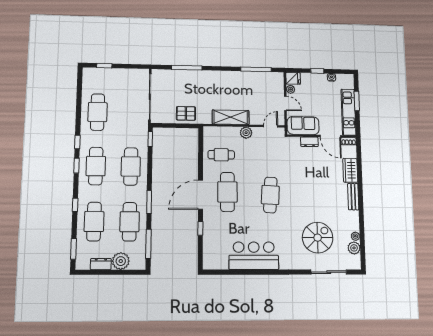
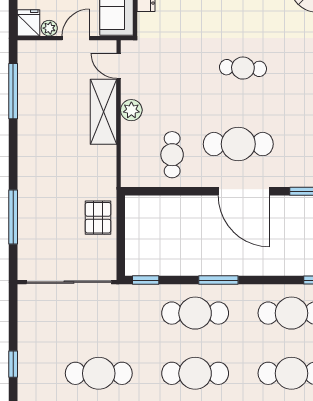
shelving: (231, 117) -> (103, 112), moved
cafe table: (270, 195) -> (243, 68), width x0.73, depth x0.74
window: (149, 202) -> (218, 280), moved

